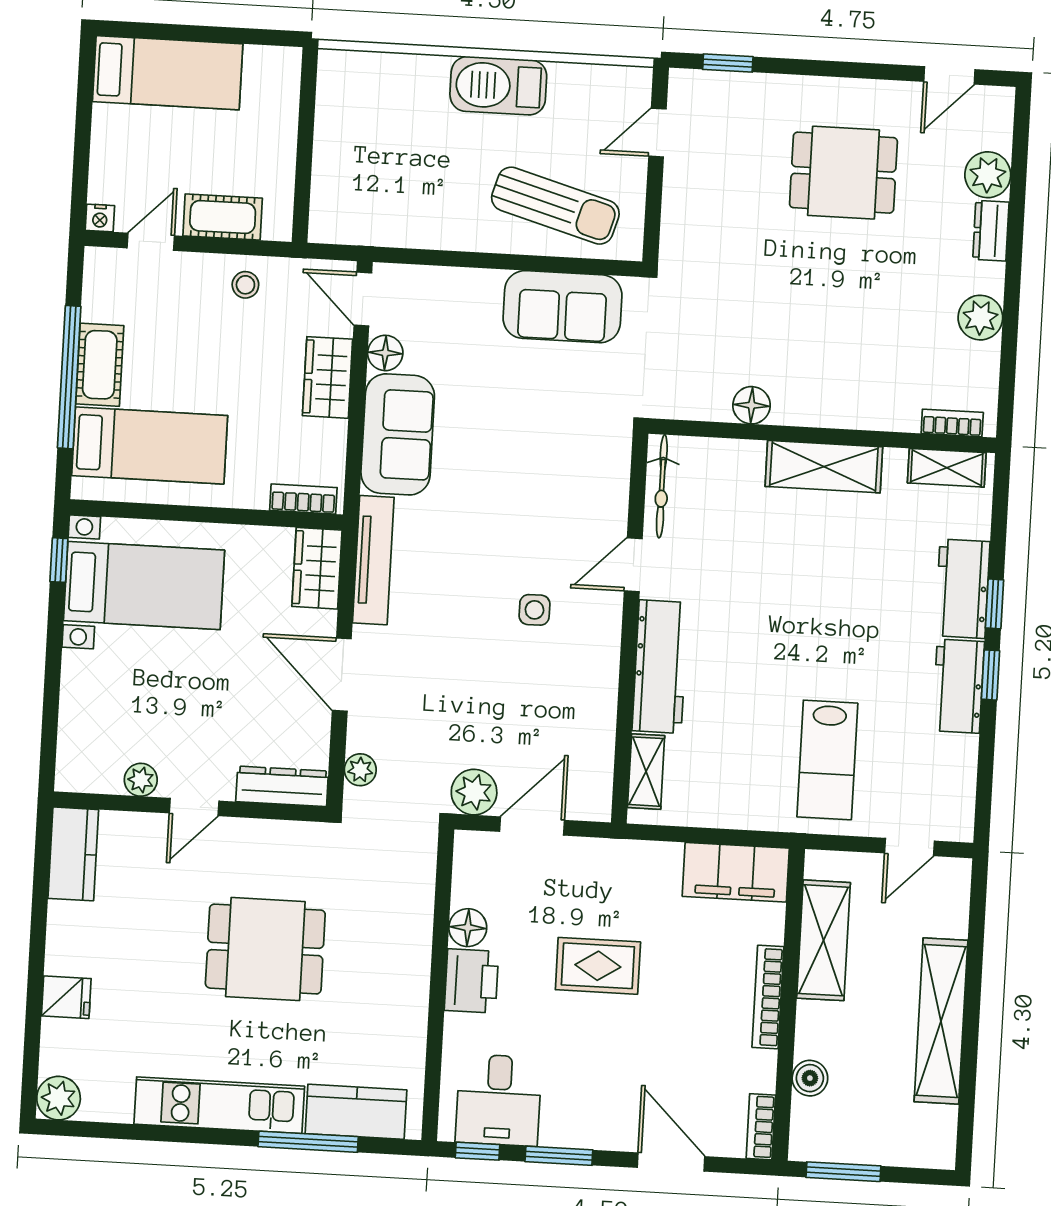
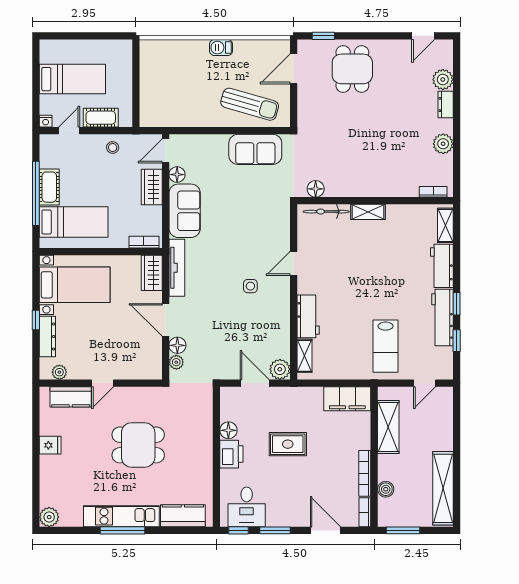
bed: (168, 73) -> (72, 79), moved
barbecue: (498, 86) -> (221, 48), width x0.53, depth x0.65
door: (657, 133) -> (294, 69), width x1.38
dining table: (843, 173) -> (352, 69), moved, turned 90
door: (363, 299) -> (166, 151), hinge flipped
floor lamp: (752, 405) -> (316, 189), moved
shelving: (824, 467) -> (368, 212), width x0.67, depth x0.75
shelving: (947, 468) -> (445, 225), moved, turned 90
bicycle: (662, 486) -> (326, 212), moved, turned 90
window: (59, 560) -> (36, 320), moved
window: (995, 604) -> (457, 341), moved
workbench: (660, 667) -> (308, 316), width x0.73
workbench: (958, 686) -> (442, 317), width x1.38
floor lamp: (365, 732) -> (177, 345), added
plant: (141, 780) -> (59, 372), moved
dresser: (282, 786) -> (47, 337), moved, turned 90
plant: (474, 792) -> (280, 369), moved
door: (532, 826) -> (255, 383), hinge flipped
kitchen counter: (73, 854) -> (71, 397), moved, turned 90
fridge: (66, 997) -> (50, 445), moved
bookcase: (768, 997) -> (365, 473), moved
shelving: (941, 1021) -> (443, 488), moved
window: (308, 1142) -> (122, 530), moved

